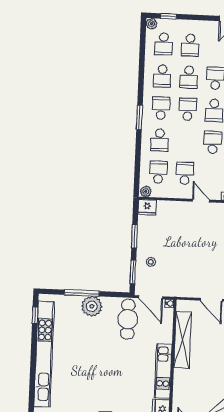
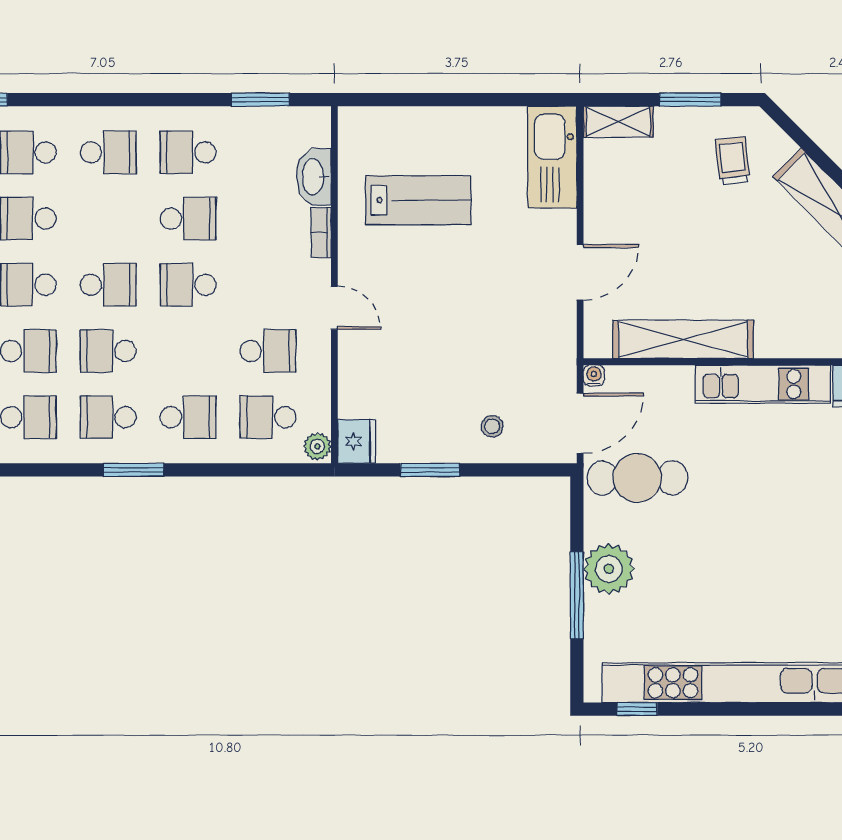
school desk: (185, 173) -> (268, 351), turned 180
door: (201, 201) -> (334, 308), swing flipped
window: (133, 272) -> (519, 470), removed

